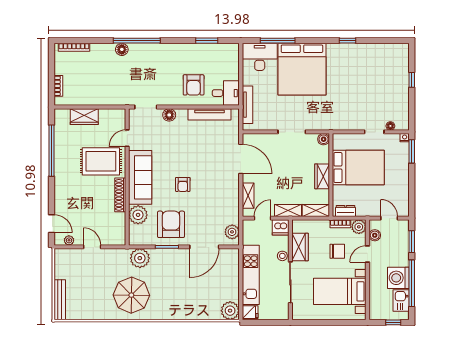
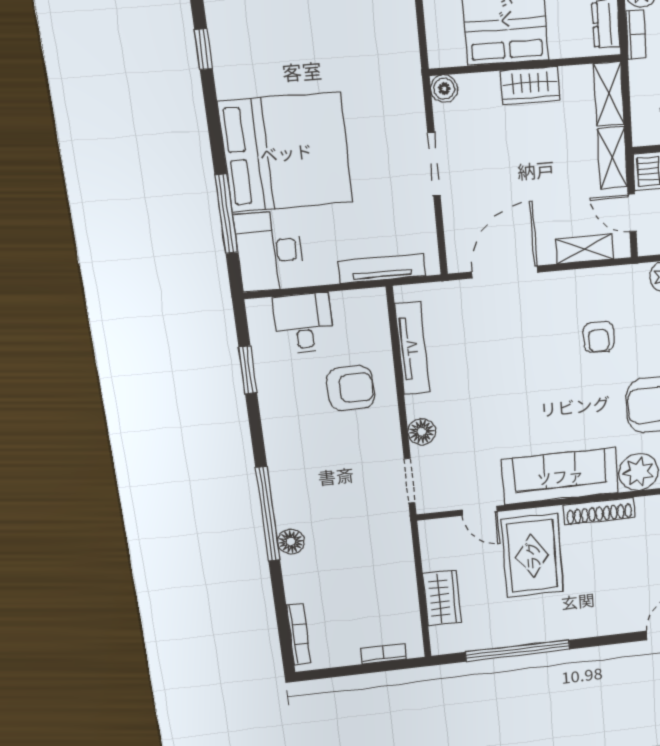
desk: (226, 93) -> (304, 323), moved
armchair: (183, 184) -> (599, 337), moved, turned 90

